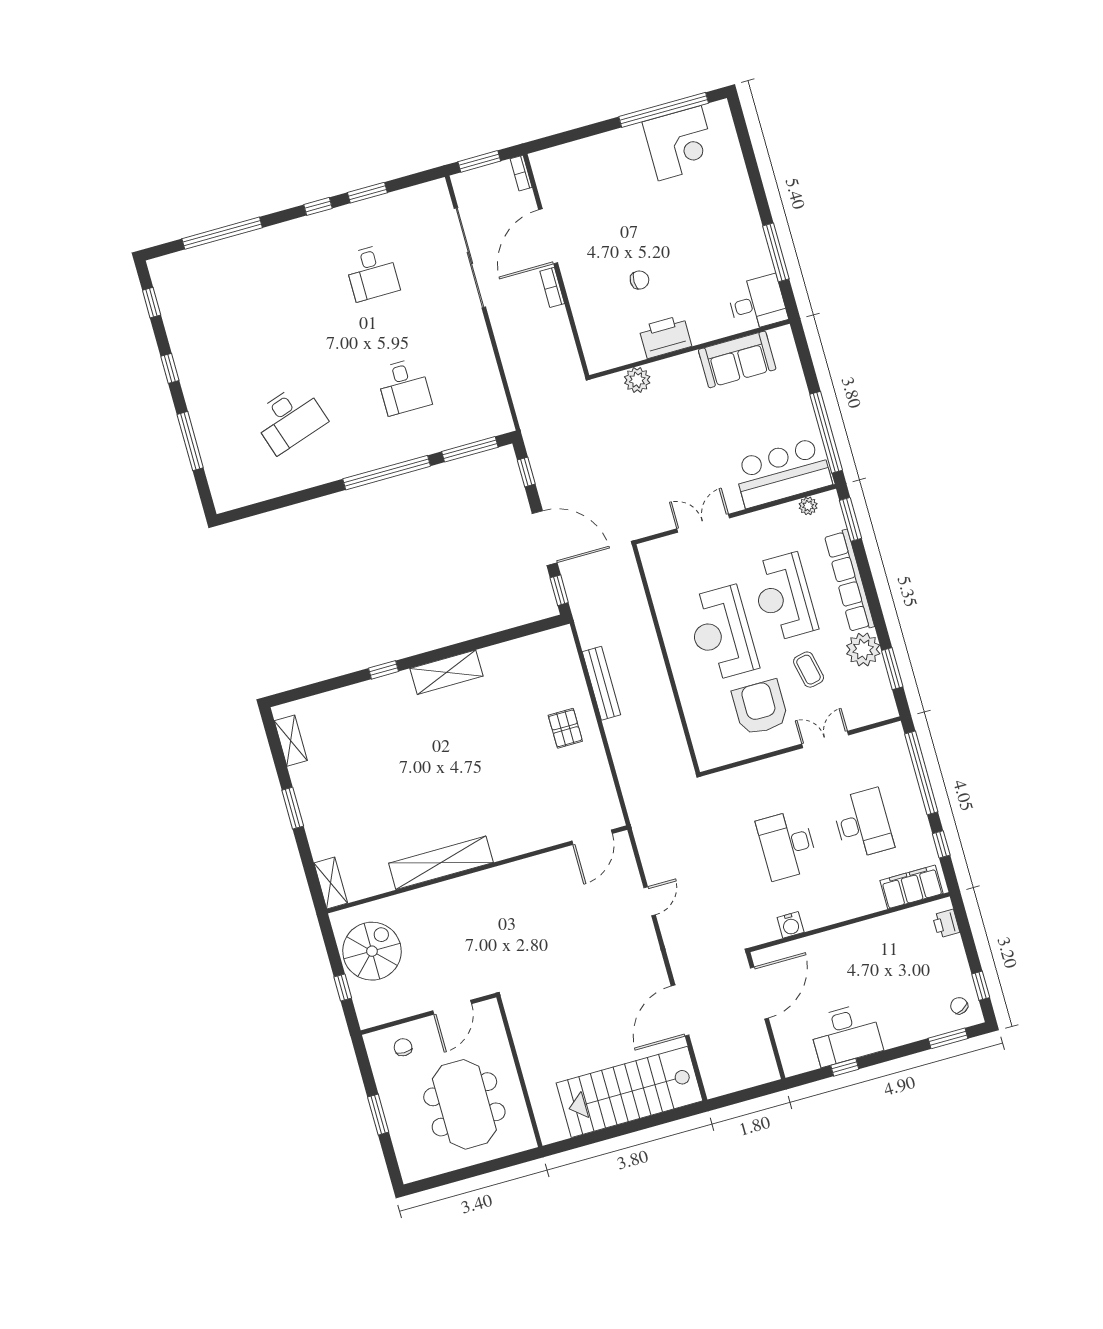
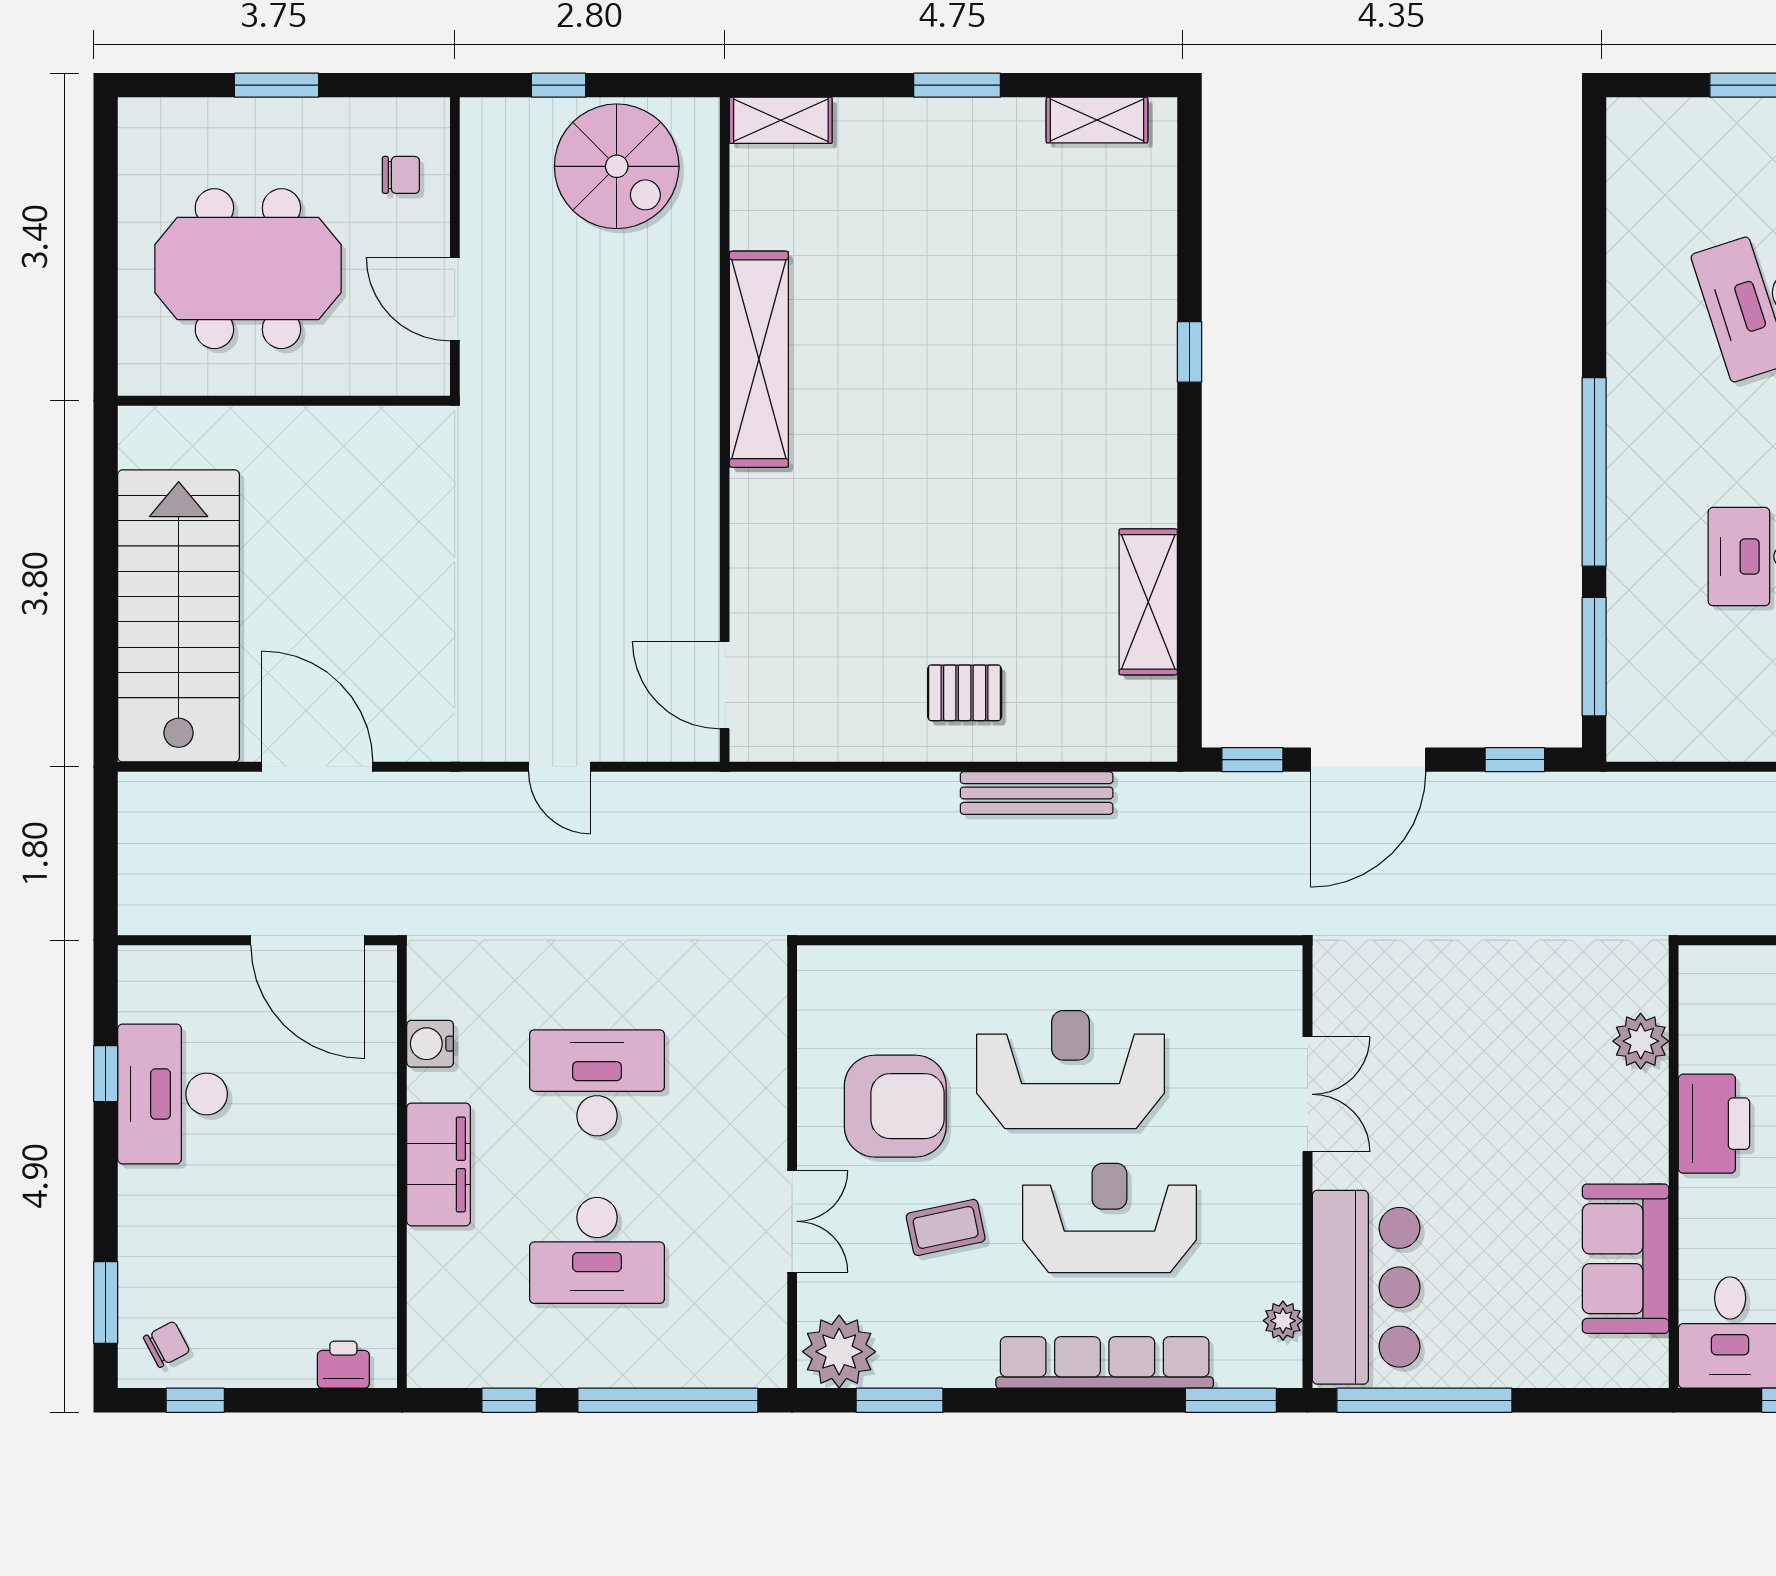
plant: (863, 650) -> (839, 1352), moved
shelving: (447, 672) -> (1148, 602), moved
filing cabinet: (912, 887) -> (439, 1164), moved

